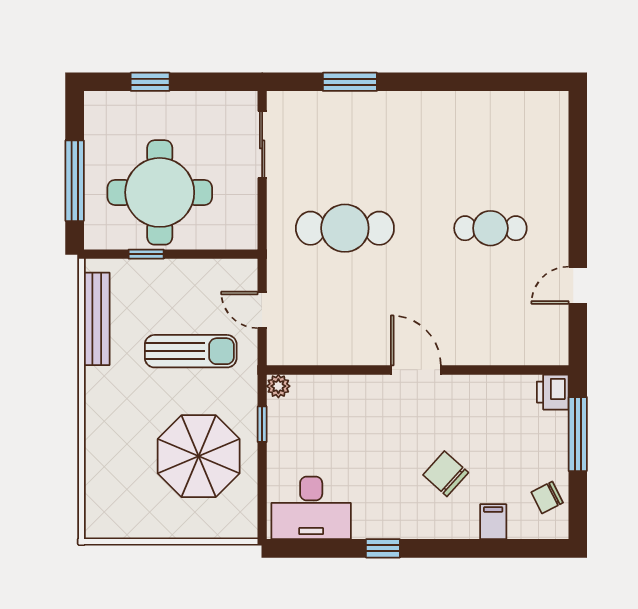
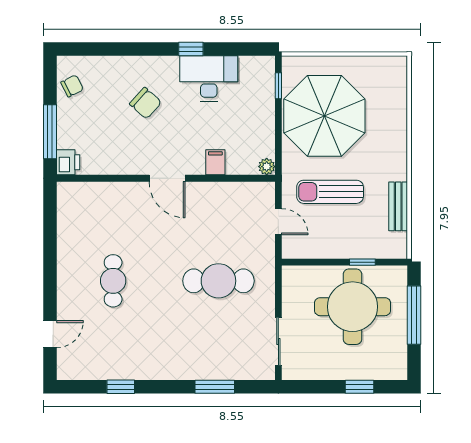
window: (480, 82) -> (121, 387), added
cafe table: (490, 228) -> (113, 281), turned 90
door: (578, 285) -> (50, 334), moved
bench: (97, 319) -> (398, 206), width x0.73
window: (262, 424) -> (278, 86), moved
parasol: (199, 456) -> (324, 116), width x1.36, depth x1.36
desk: (311, 508) -> (209, 78), moved
filing cabinet: (493, 522) -> (215, 162), moved, turned 180

